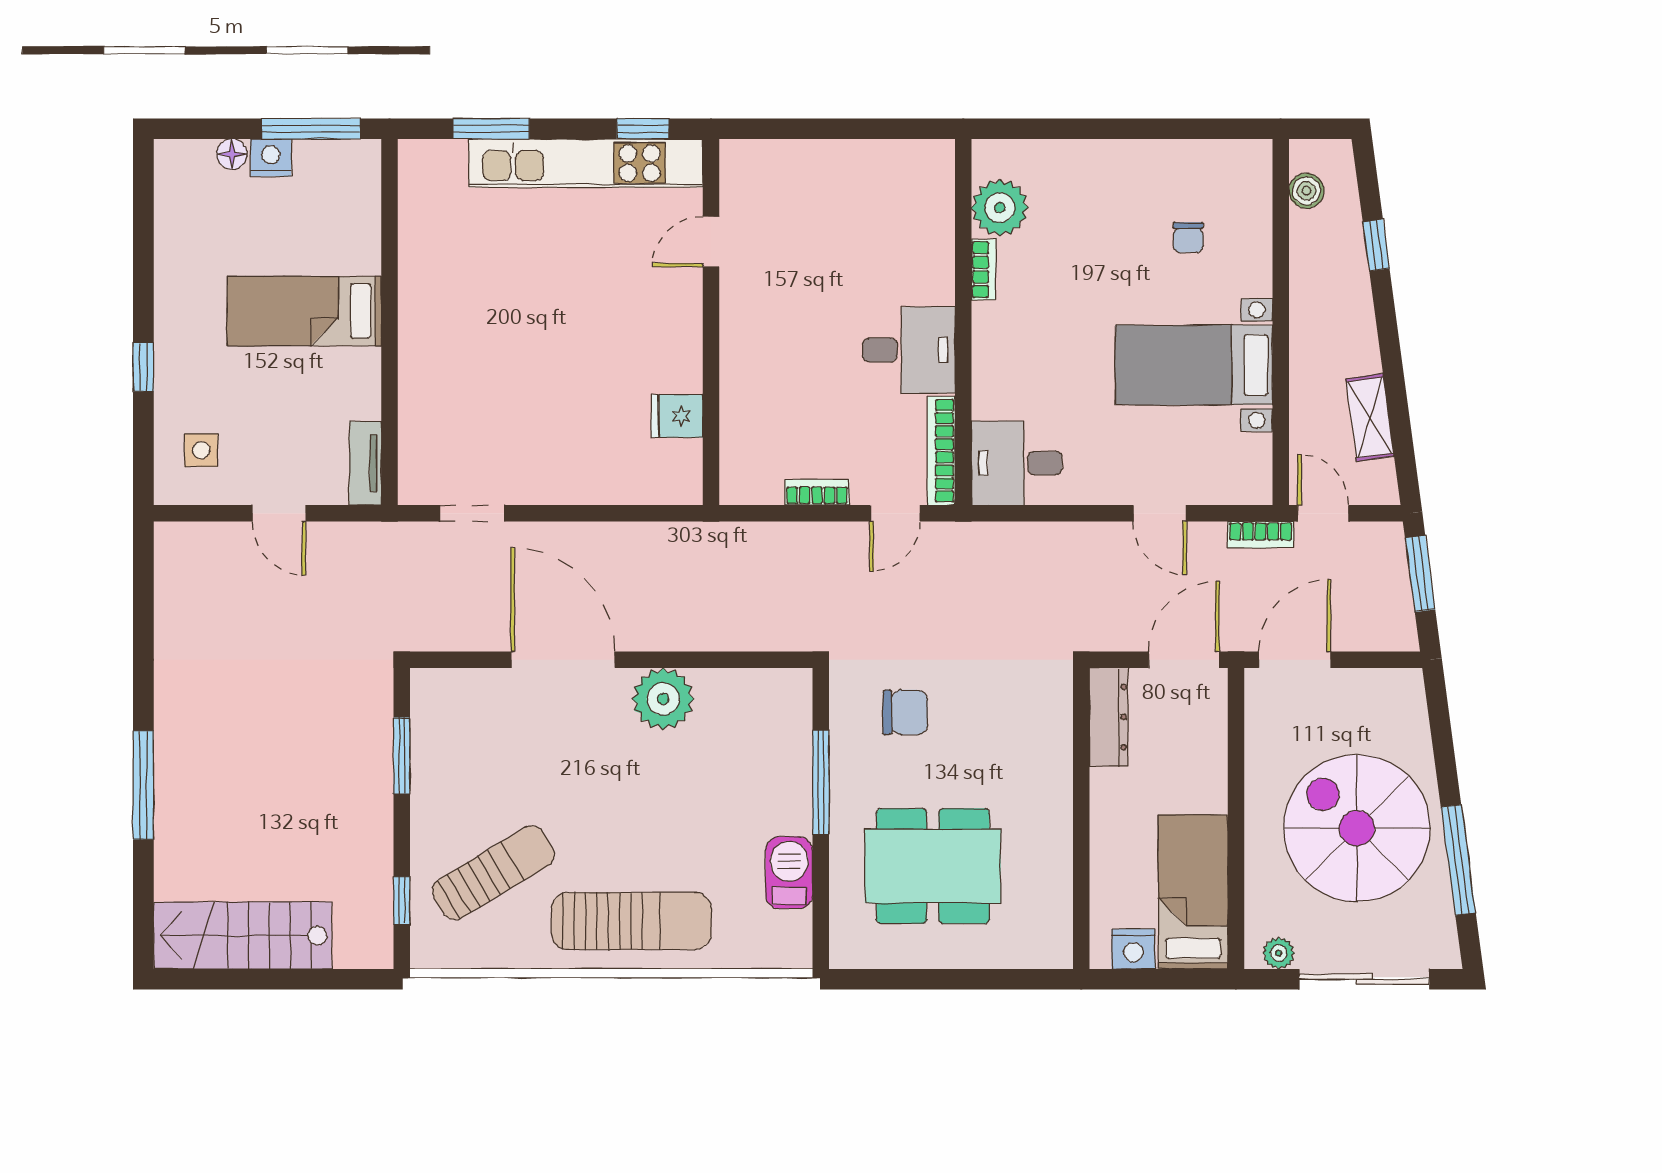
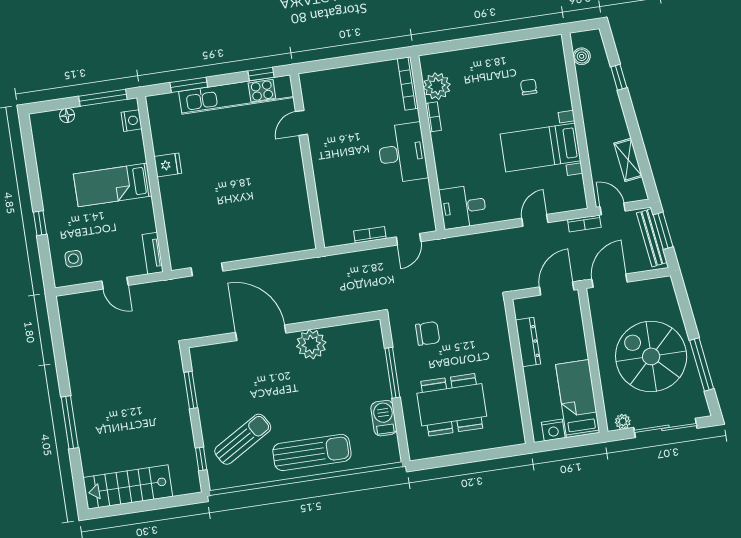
nightstand: (271, 158) -> (131, 121), moved, turned 90
chair: (1188, 238) -> (529, 87), turned 180
desk: (909, 350) -> (402, 153), width x1.37
fridge: (677, 416) -> (168, 165), moved, turned 180
bookcase: (941, 451) -> (408, 84), moved
door: (1160, 513) -> (535, 220), swing flipped
bench: (1395, 585) -> (652, 238), added
dresser: (1109, 717) -> (528, 342), moved

